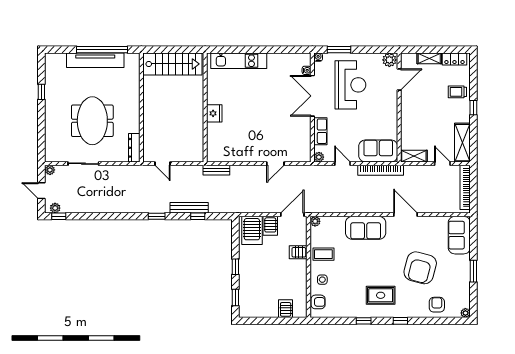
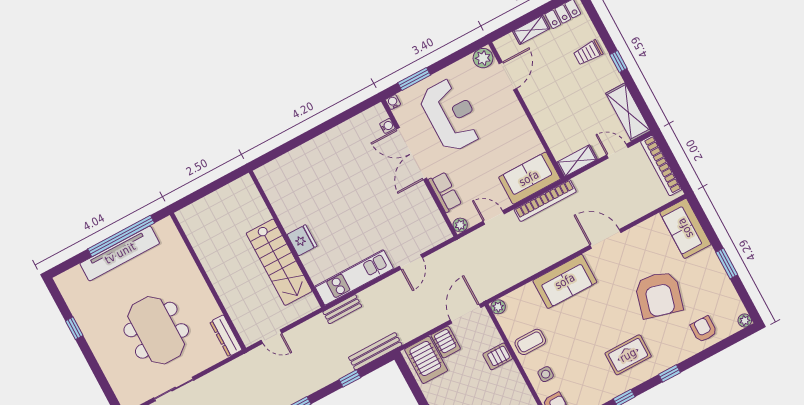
kitchen unit: (239, 61) -> (354, 277), moved, turned 180
stairs: (172, 64) -> (279, 262), moved, turned 90
bench: (189, 208) -> (375, 351), moved

